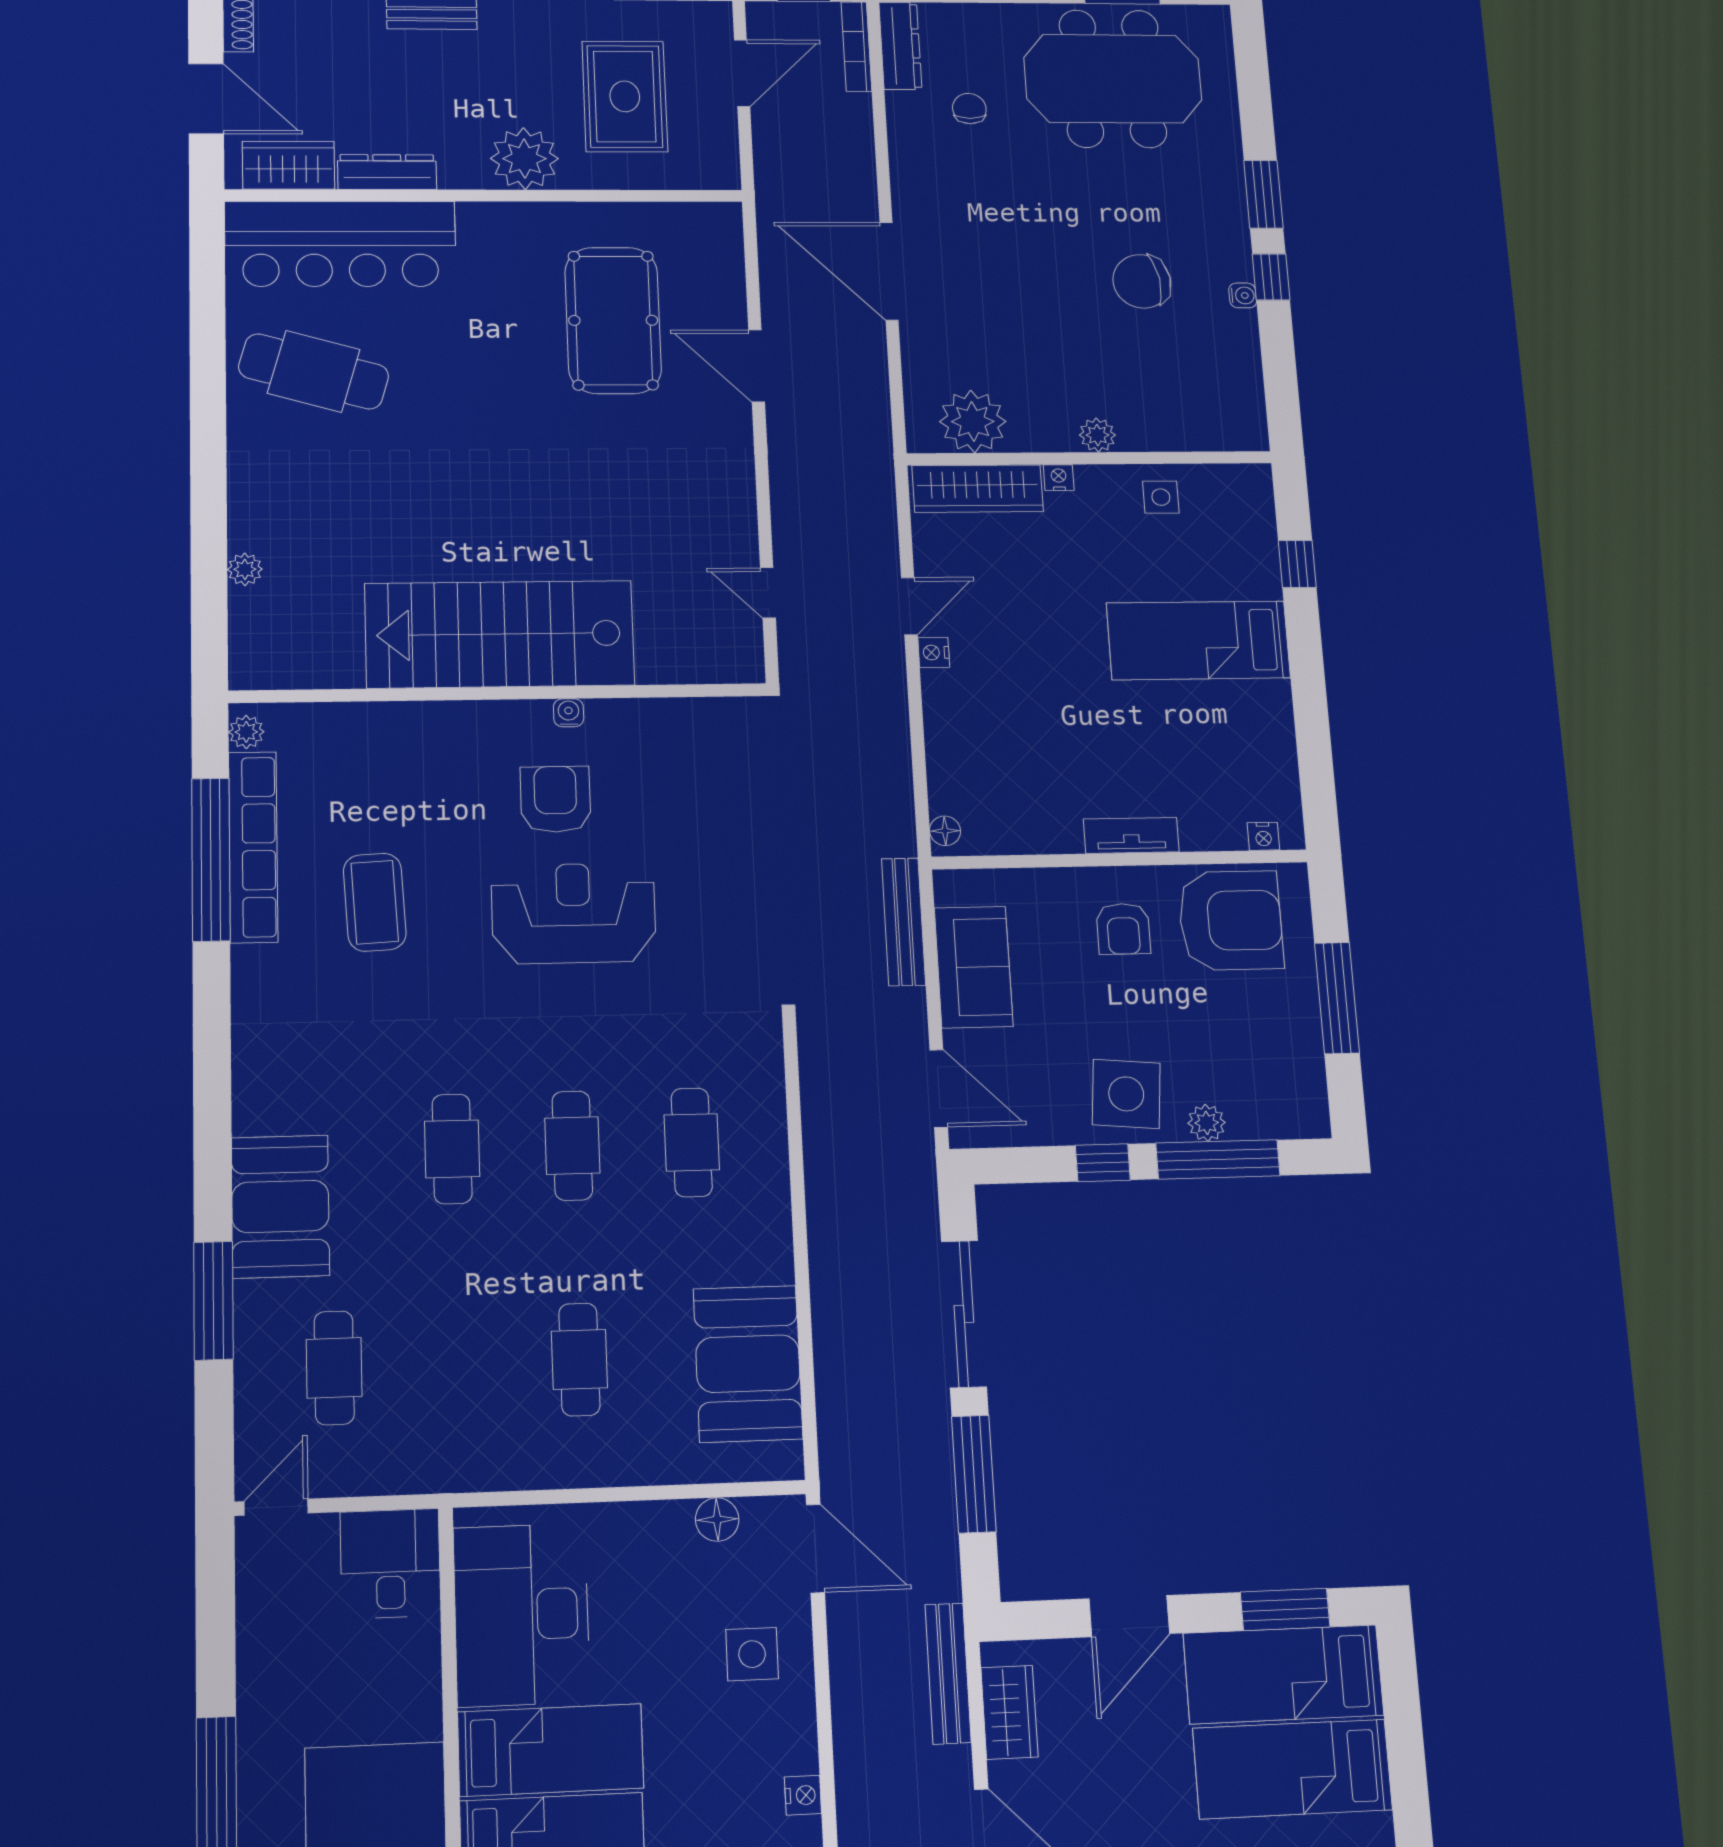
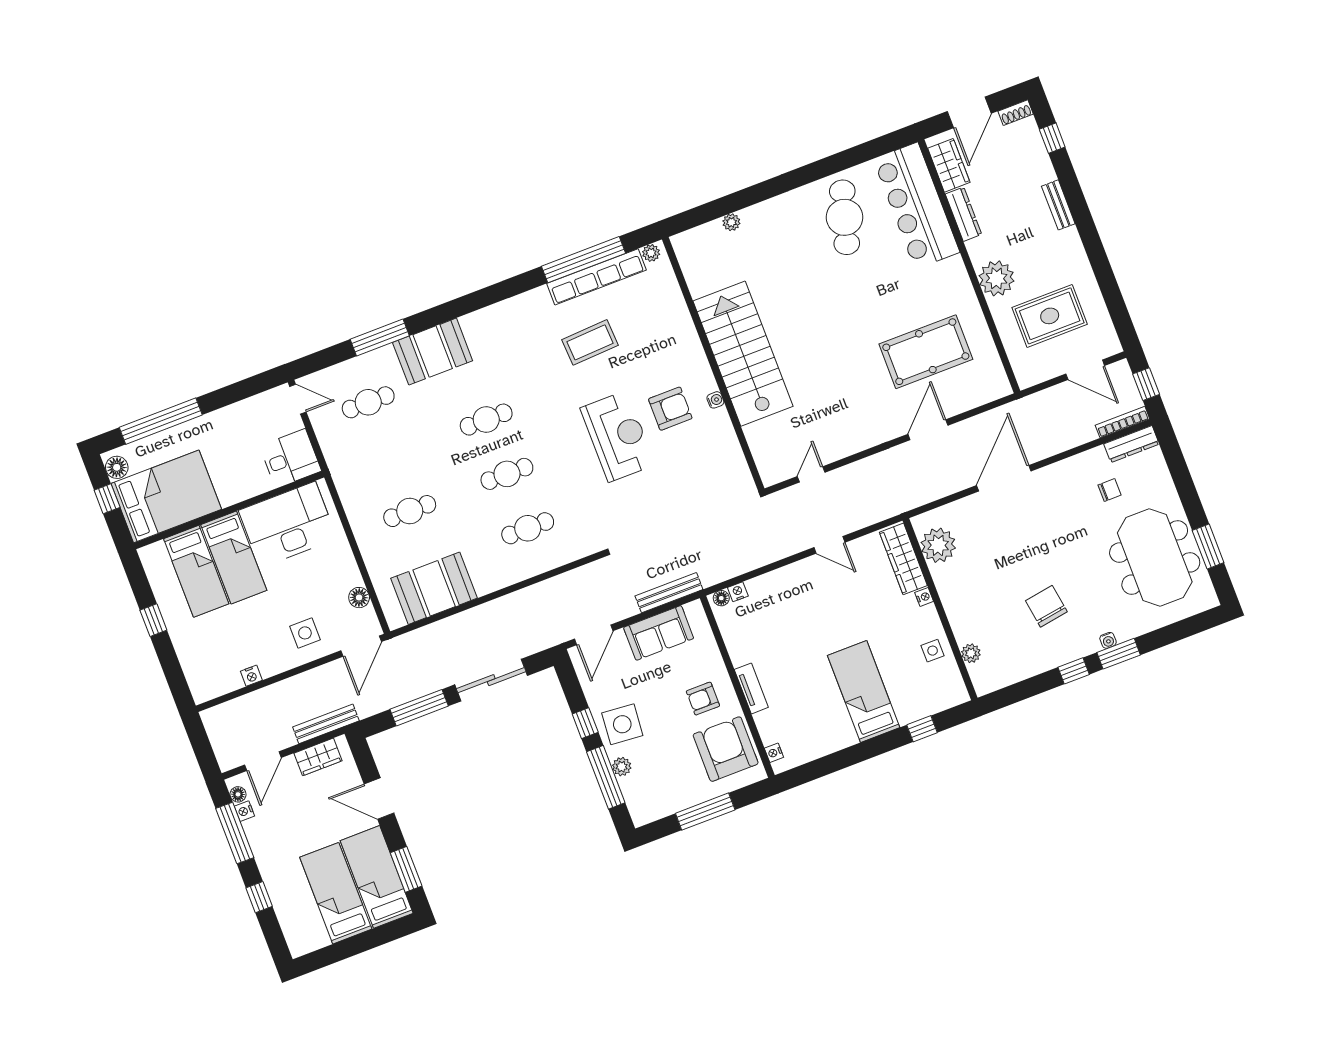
water cooler: (1243, 295) -> (1108, 640), moved
plant: (1097, 435) -> (971, 653), moved
nightstand: (934, 653) -> (738, 592), moved
armchair: (1231, 920) -> (726, 749), turned 180

